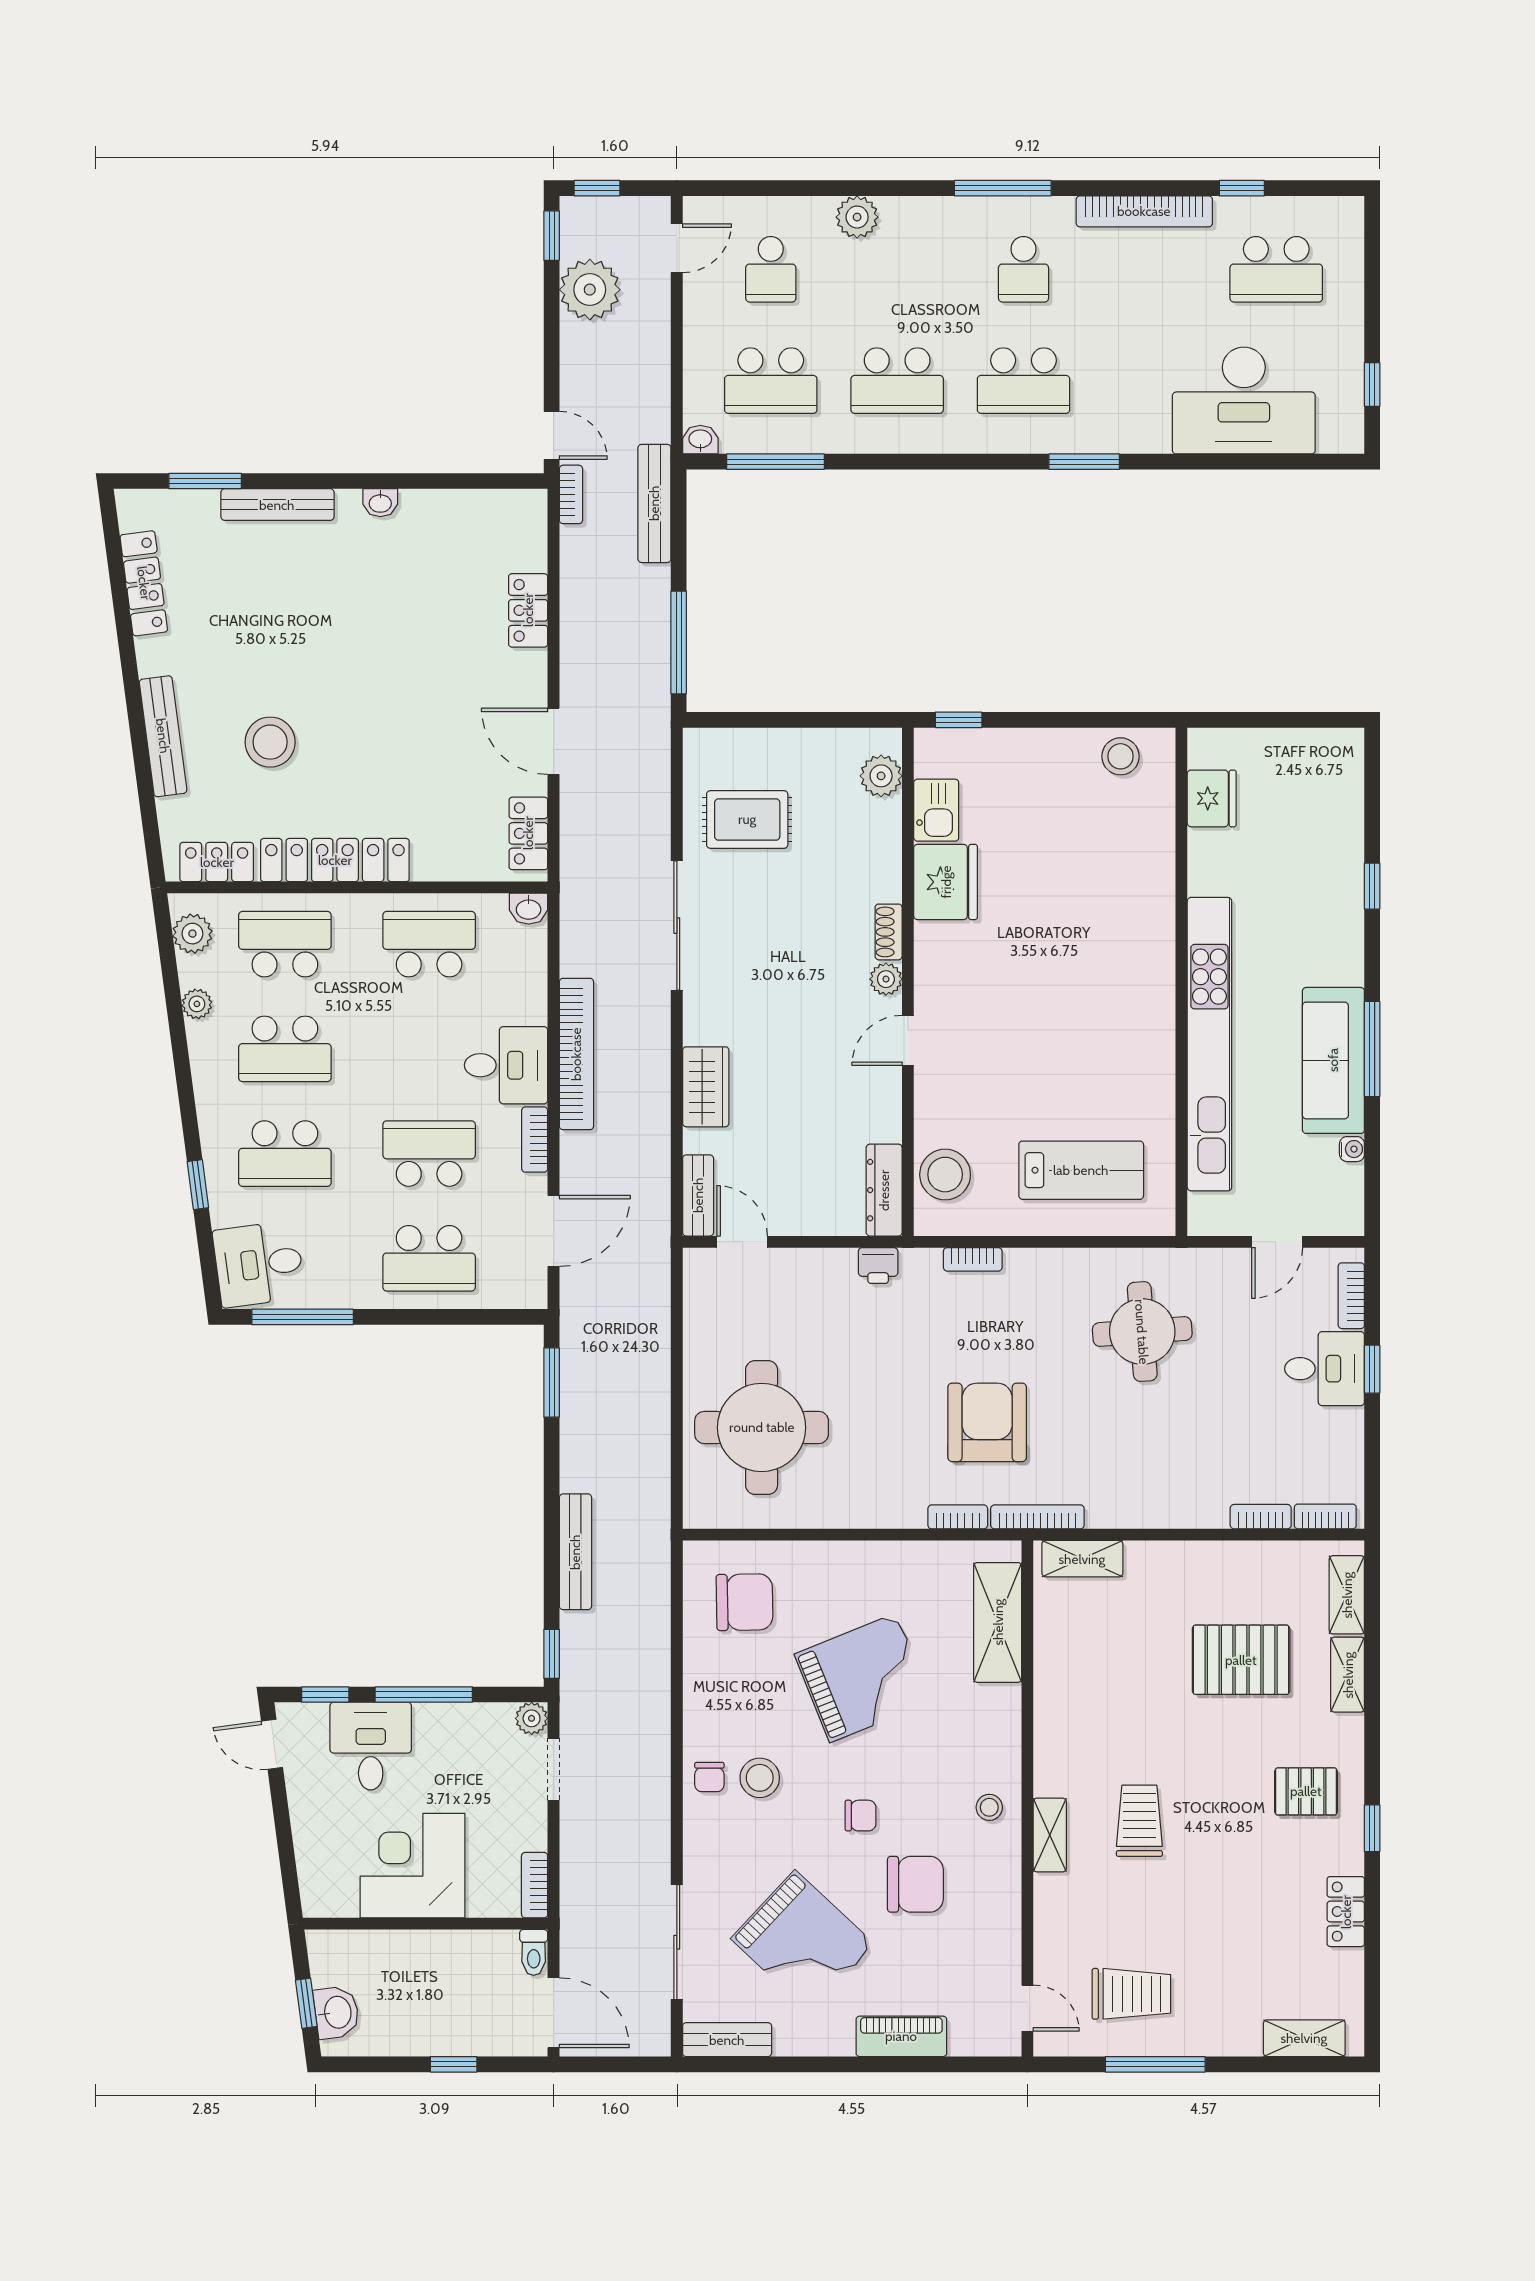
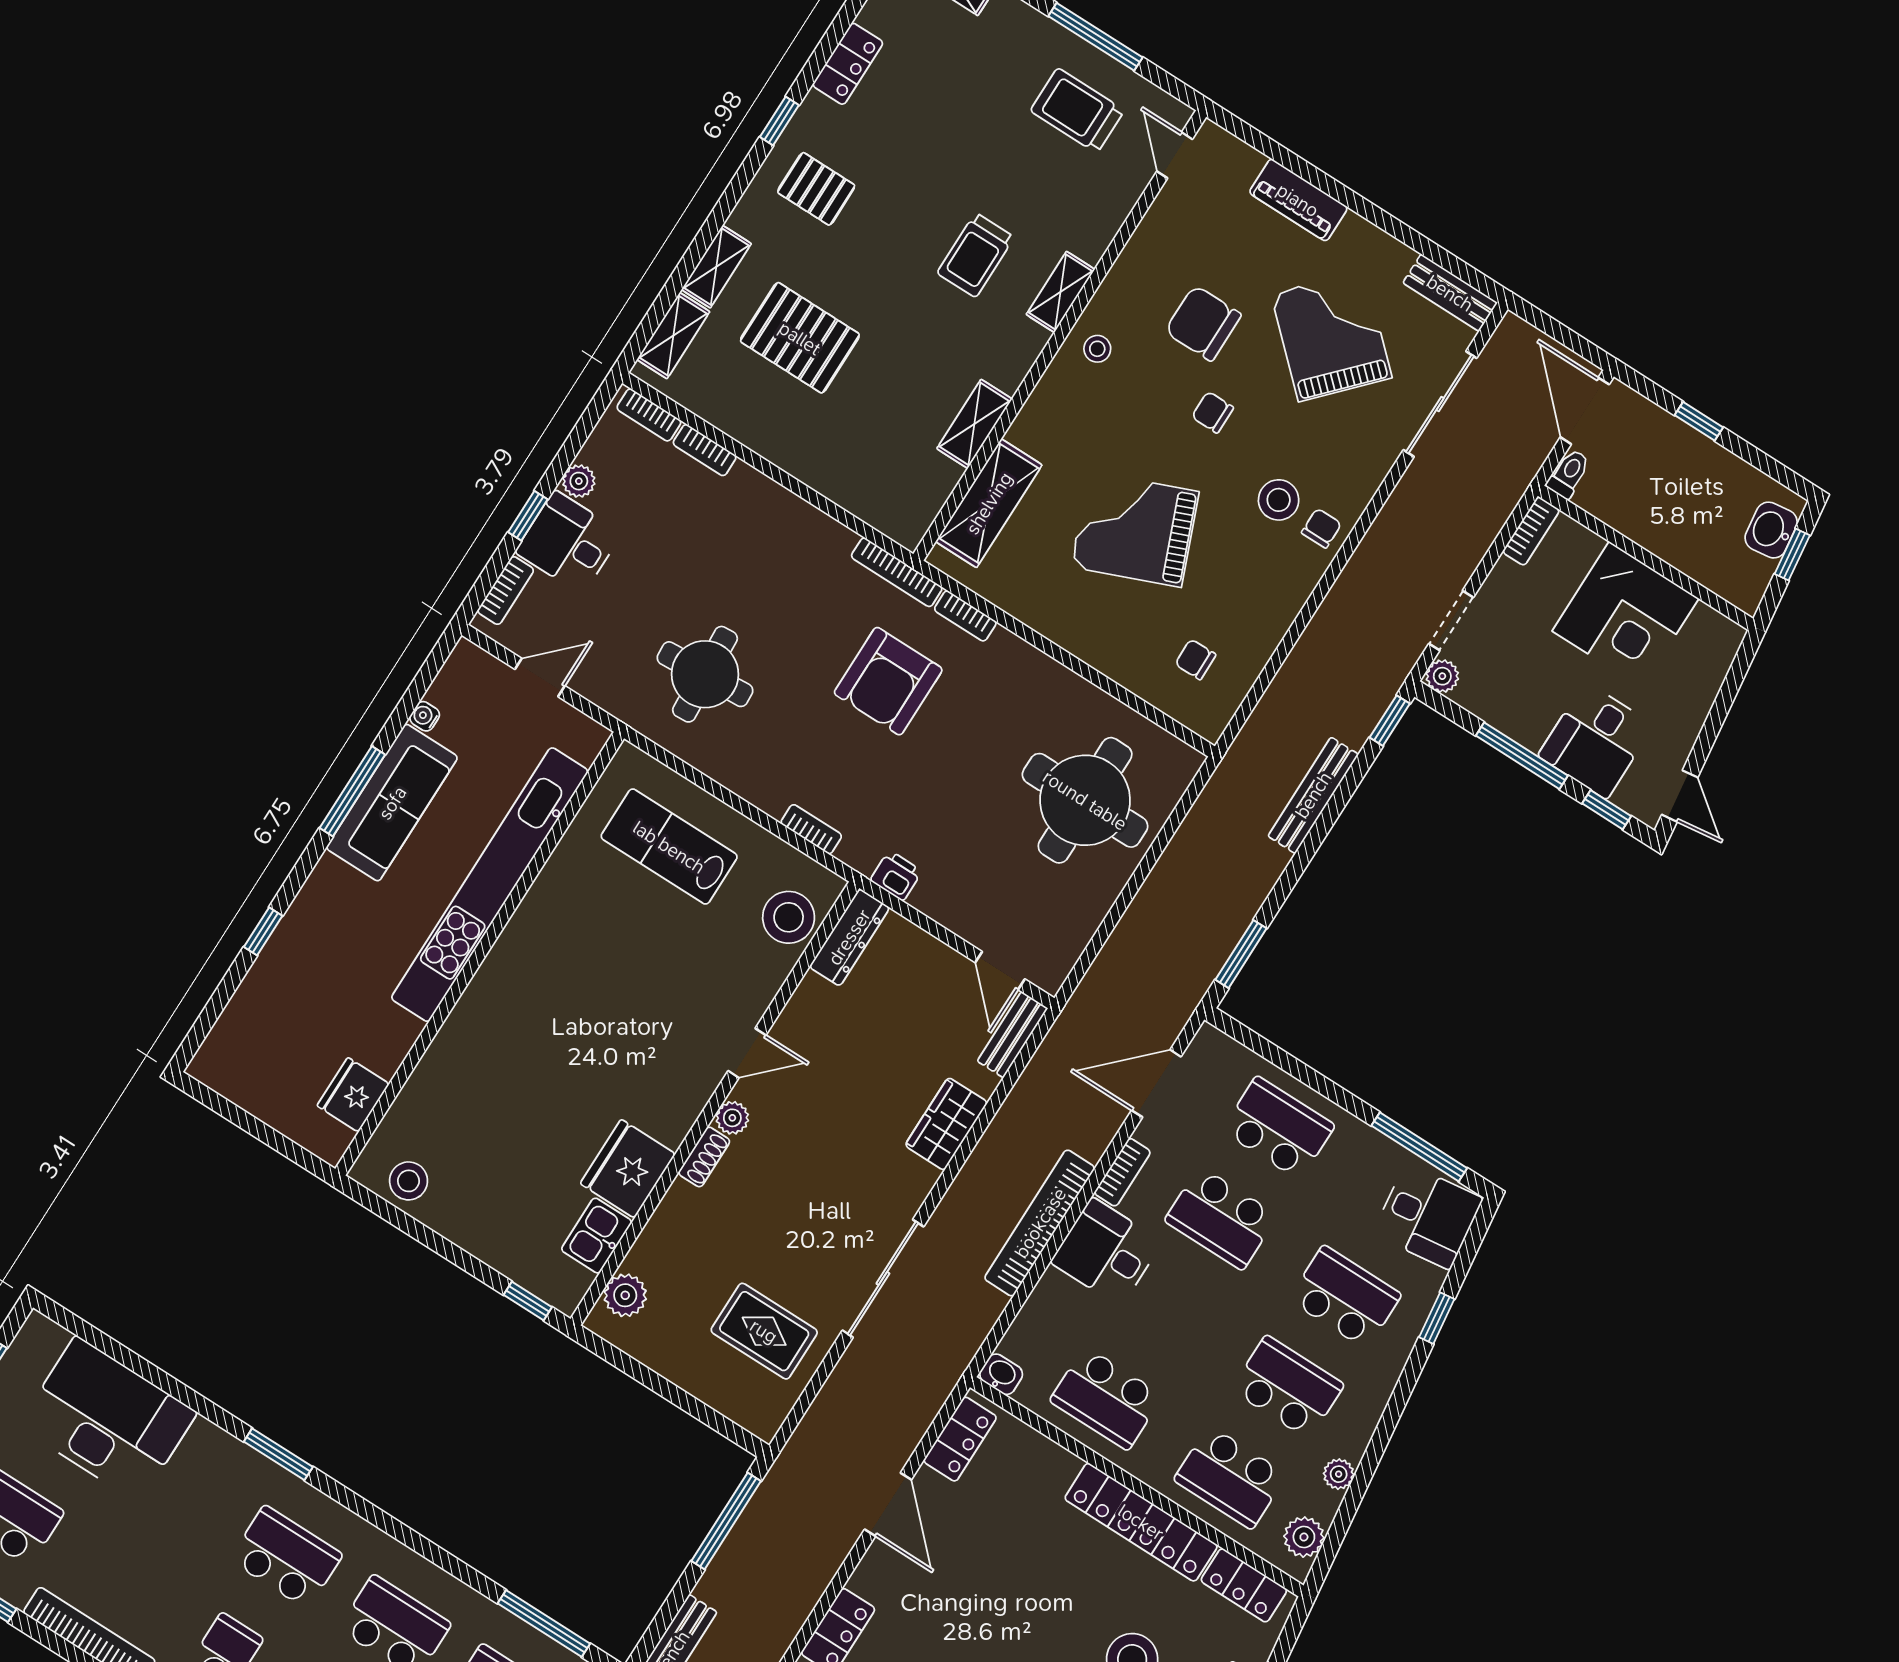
plant: (1348, 1425) -> (579, 481), added
shelving: (1082, 1559) -> (974, 424), moved, turned 90
chair: (745, 1602) -> (1195, 659), width x0.54, depth x0.54

